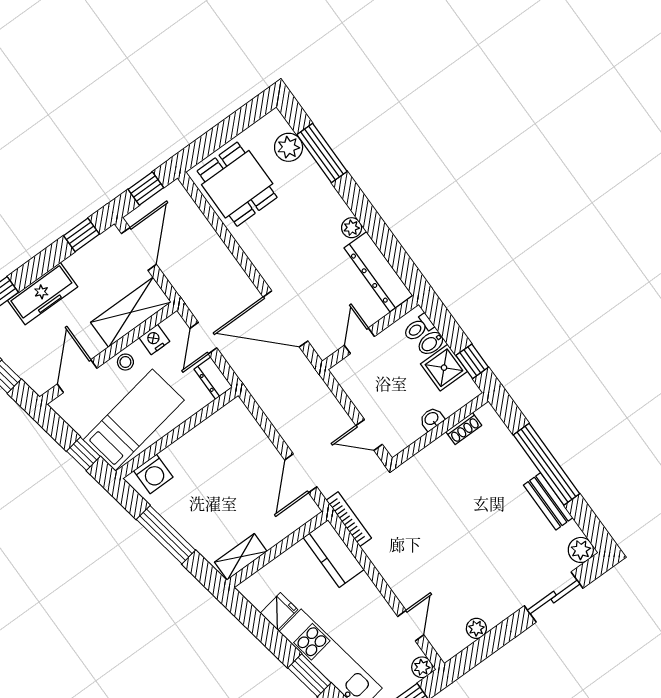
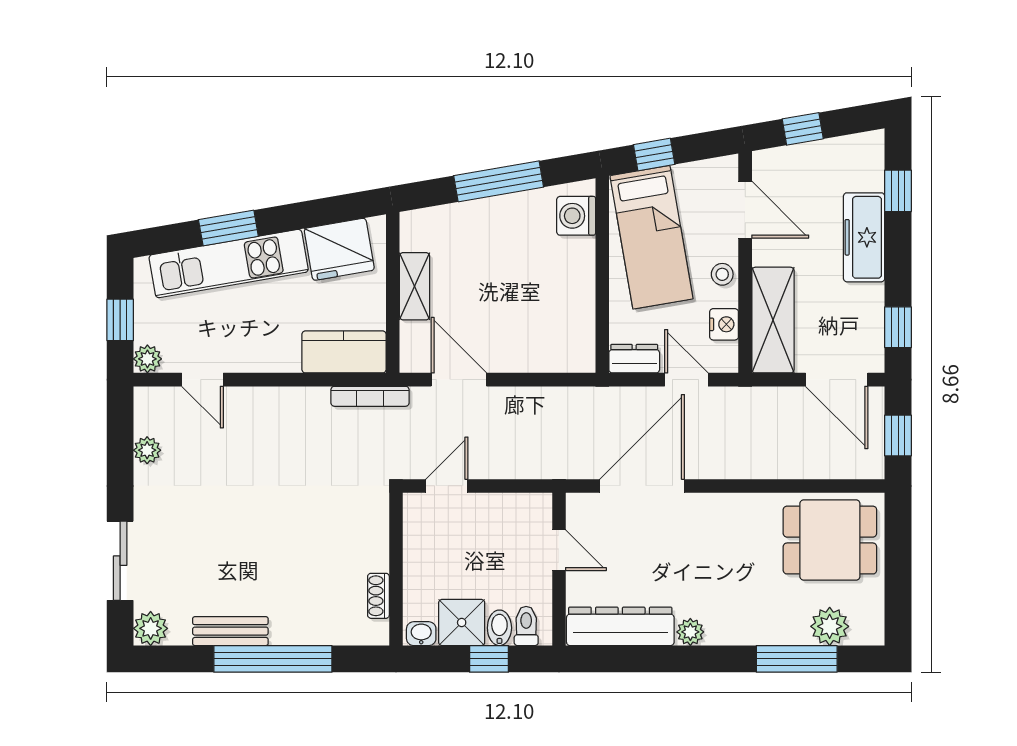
window: (472, 361) -> (489, 659), moved
washbasin: (432, 419) -> (421, 634), moved, turned -90
shelving: (241, 557) -> (415, 286), moved
fridge: (279, 611) -> (339, 249), width x1.88, depth x1.34

